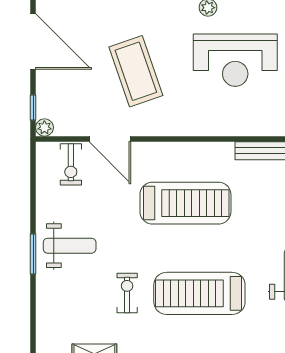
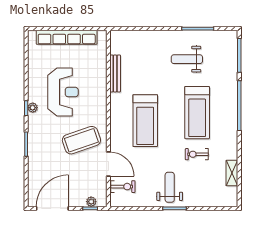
coffee table: (136, 71) -> (81, 140), moved
plant: (44, 128) -> (91, 202), moved
door: (110, 139) -> (108, 164), hinge flipped
treadmill: (185, 203) -> (145, 121), turned 180

